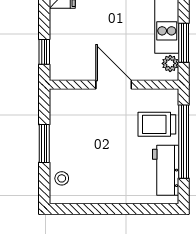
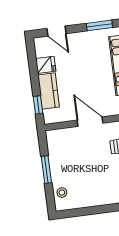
kitchen counter: (62, 34) -> (49, 91), added

